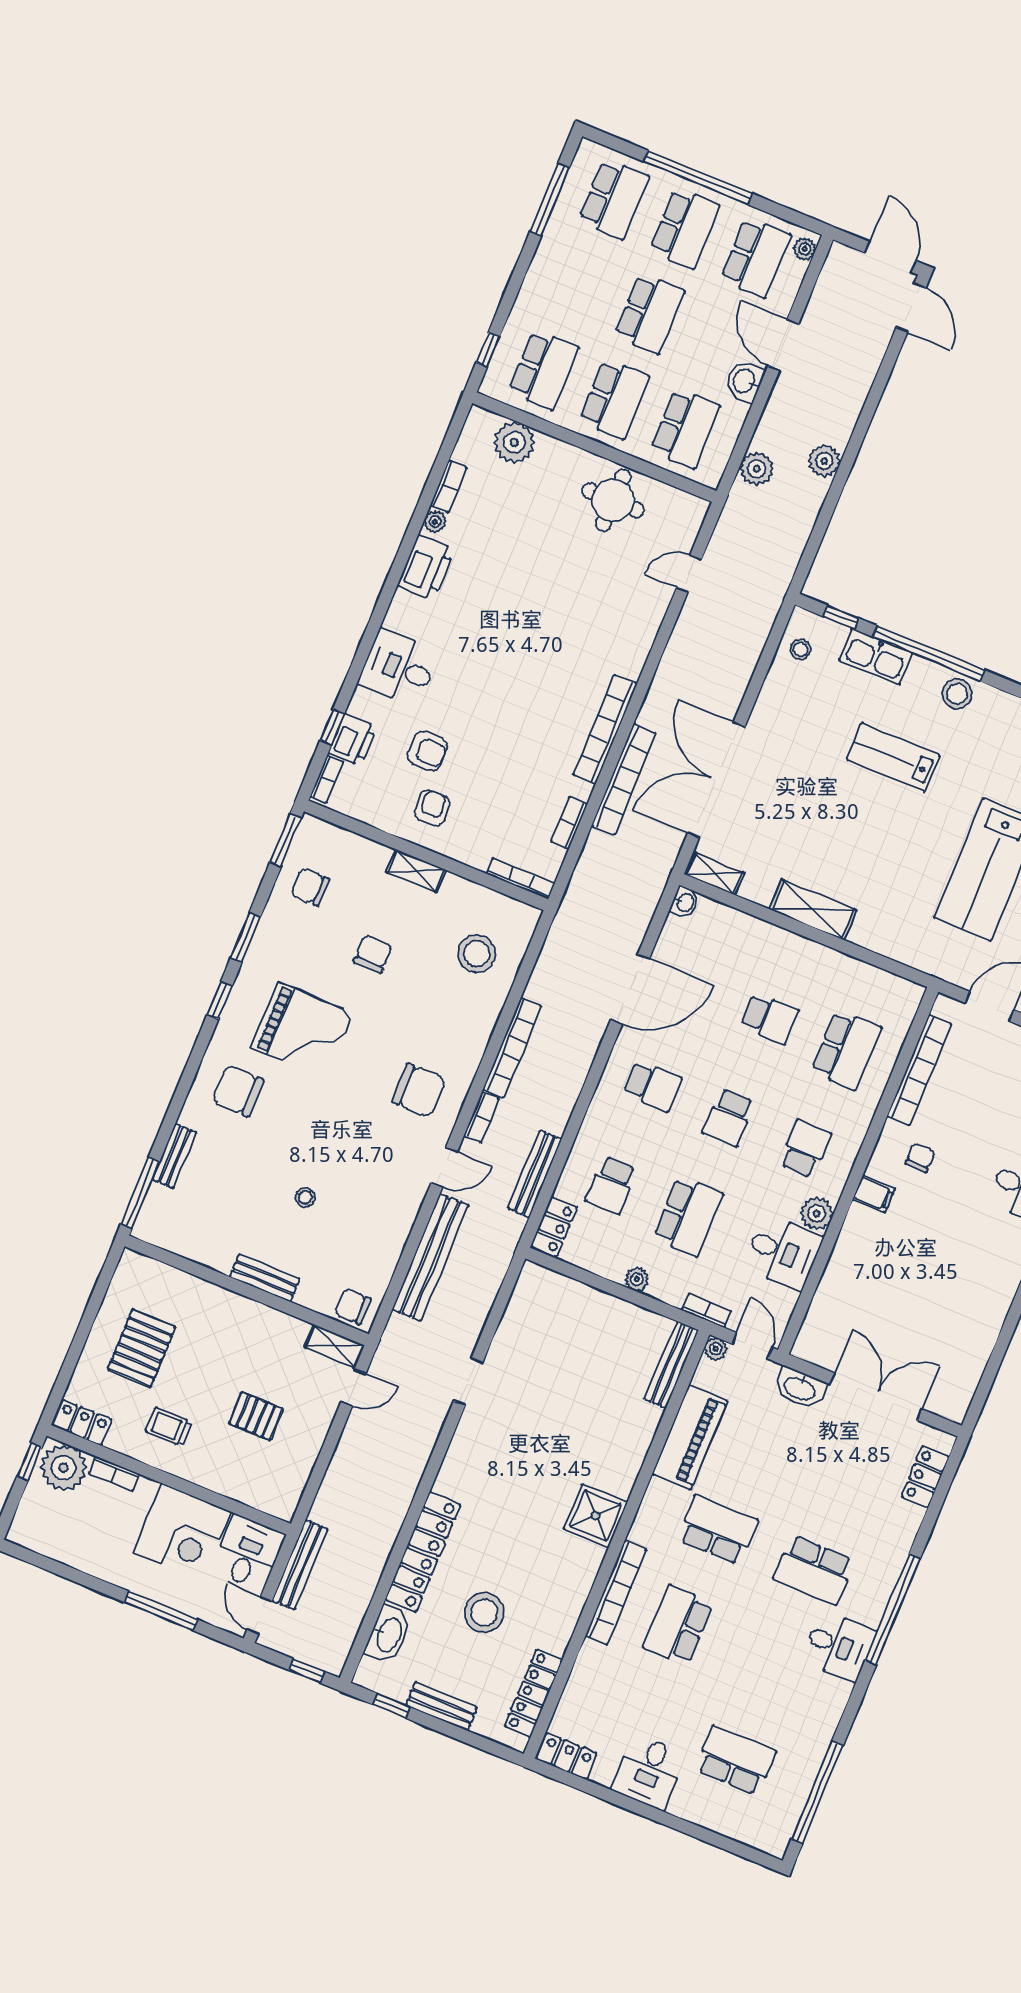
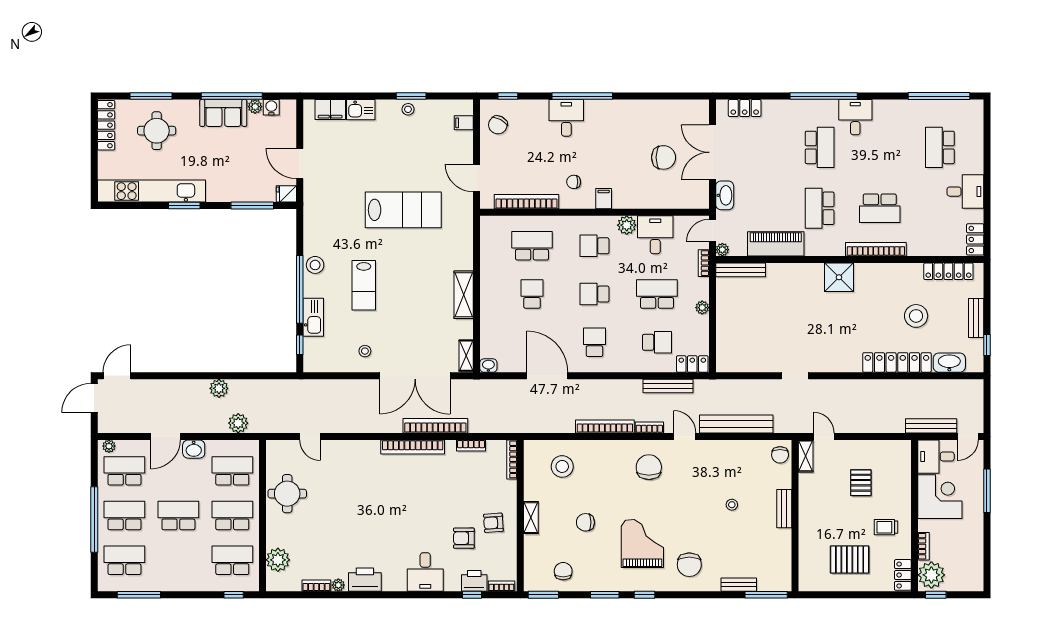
stool: (800, 649) -> (365, 351), moved
armchair: (427, 751) -> (464, 538), turned -90
chair: (310, 887) -> (563, 571), turned 180
school desk: (729, 1117) -> (594, 294), turned 180
chair: (900, 1316) -> (664, 157), added
trolley: (169, 1427) -> (886, 527), turned 90
window: (307, 1671) -> (987, 399), removed

